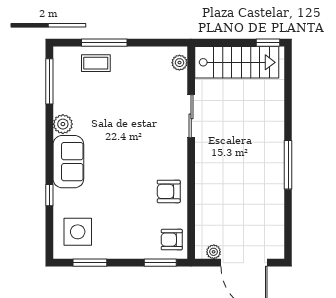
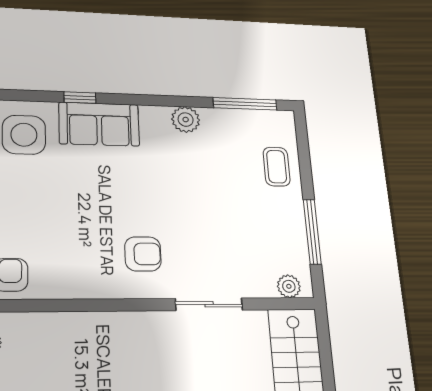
window: (104, 43) -> (312, 232), moved
sofa: (68, 162) -> (99, 124), moved
armchair: (169, 191) -> (143, 254), moved, turned 90

